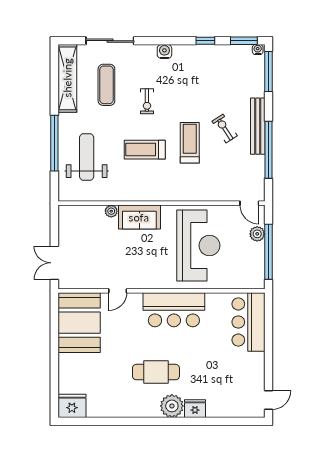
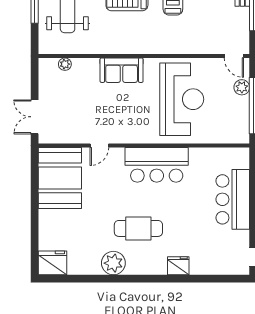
plant: (111, 211) -> (65, 64), moved
bar counter: (248, 322) -> (233, 199), moved
plant: (172, 406) -> (113, 263), moved

